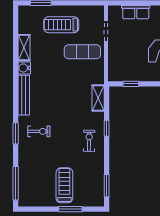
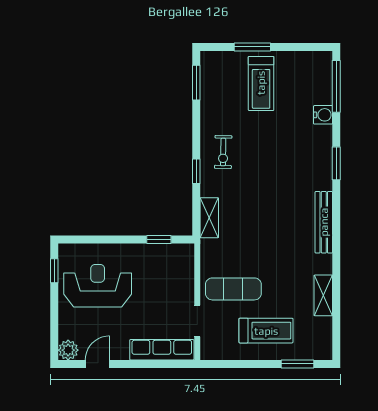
row of seats: (136, 12) -> (162, 350), width x1.48
water cooler: (24, 68) -> (323, 115), moved
exercise bike: (39, 131) -> (300, 166), removed

